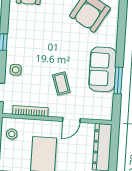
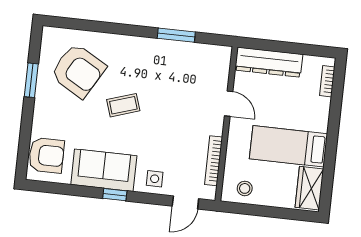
sofa: (103, 69) -> (104, 170), moved, turned 180
coffee table: (61, 84) -> (123, 105), moved

